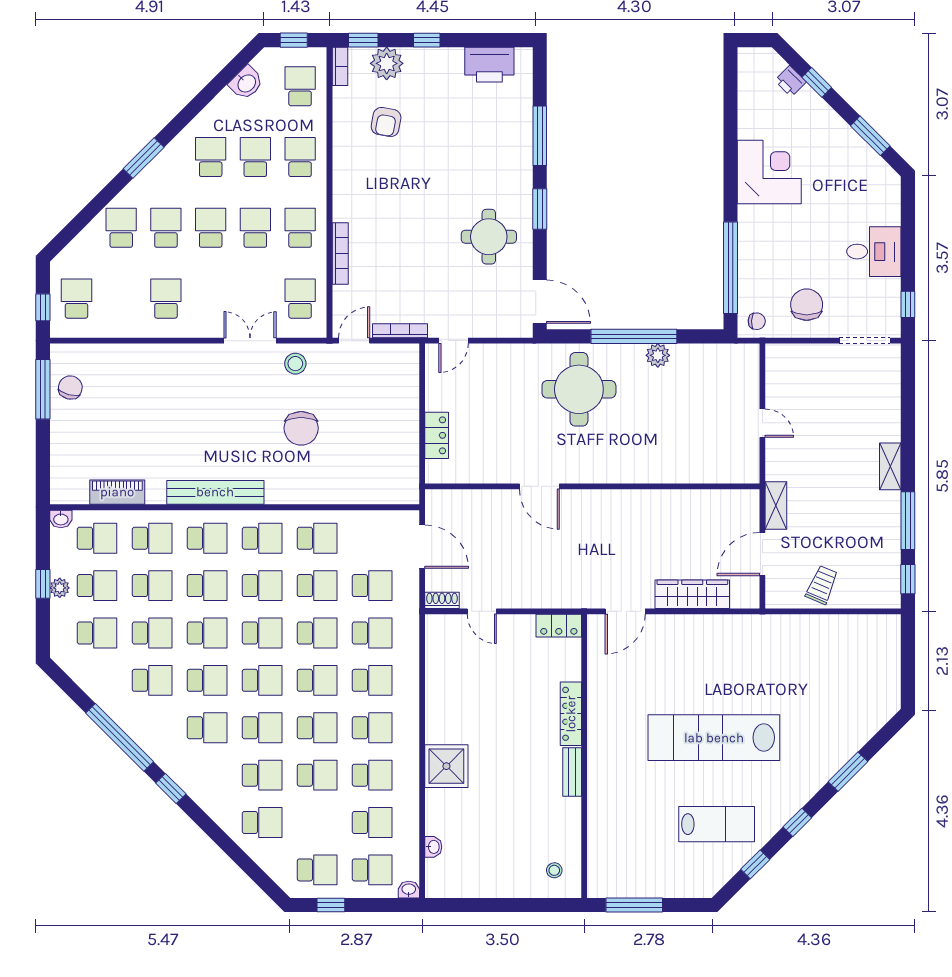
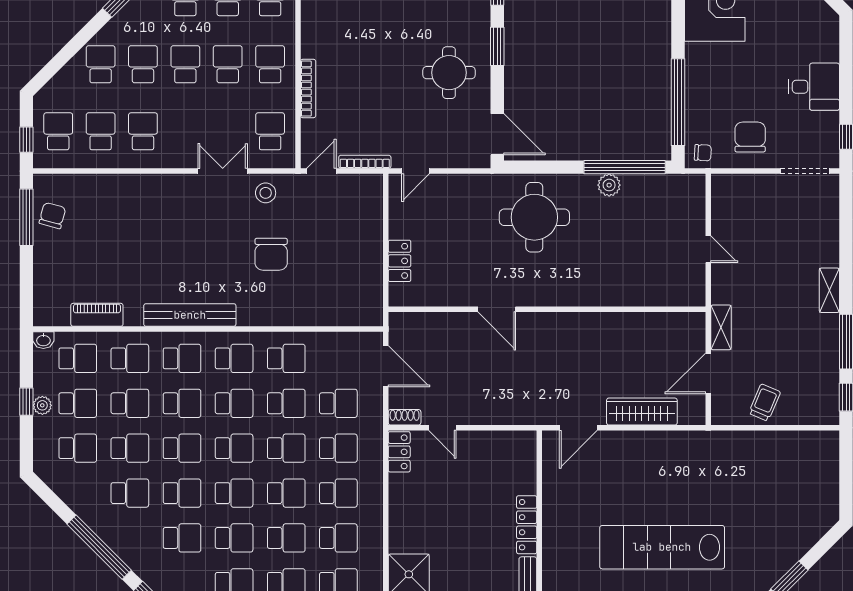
school desk: (121, 299) -> (101, 131), added
window: (634, 336) -> (625, 167), moved
locker: (559, 626) -> (399, 452), moved, turned -90

